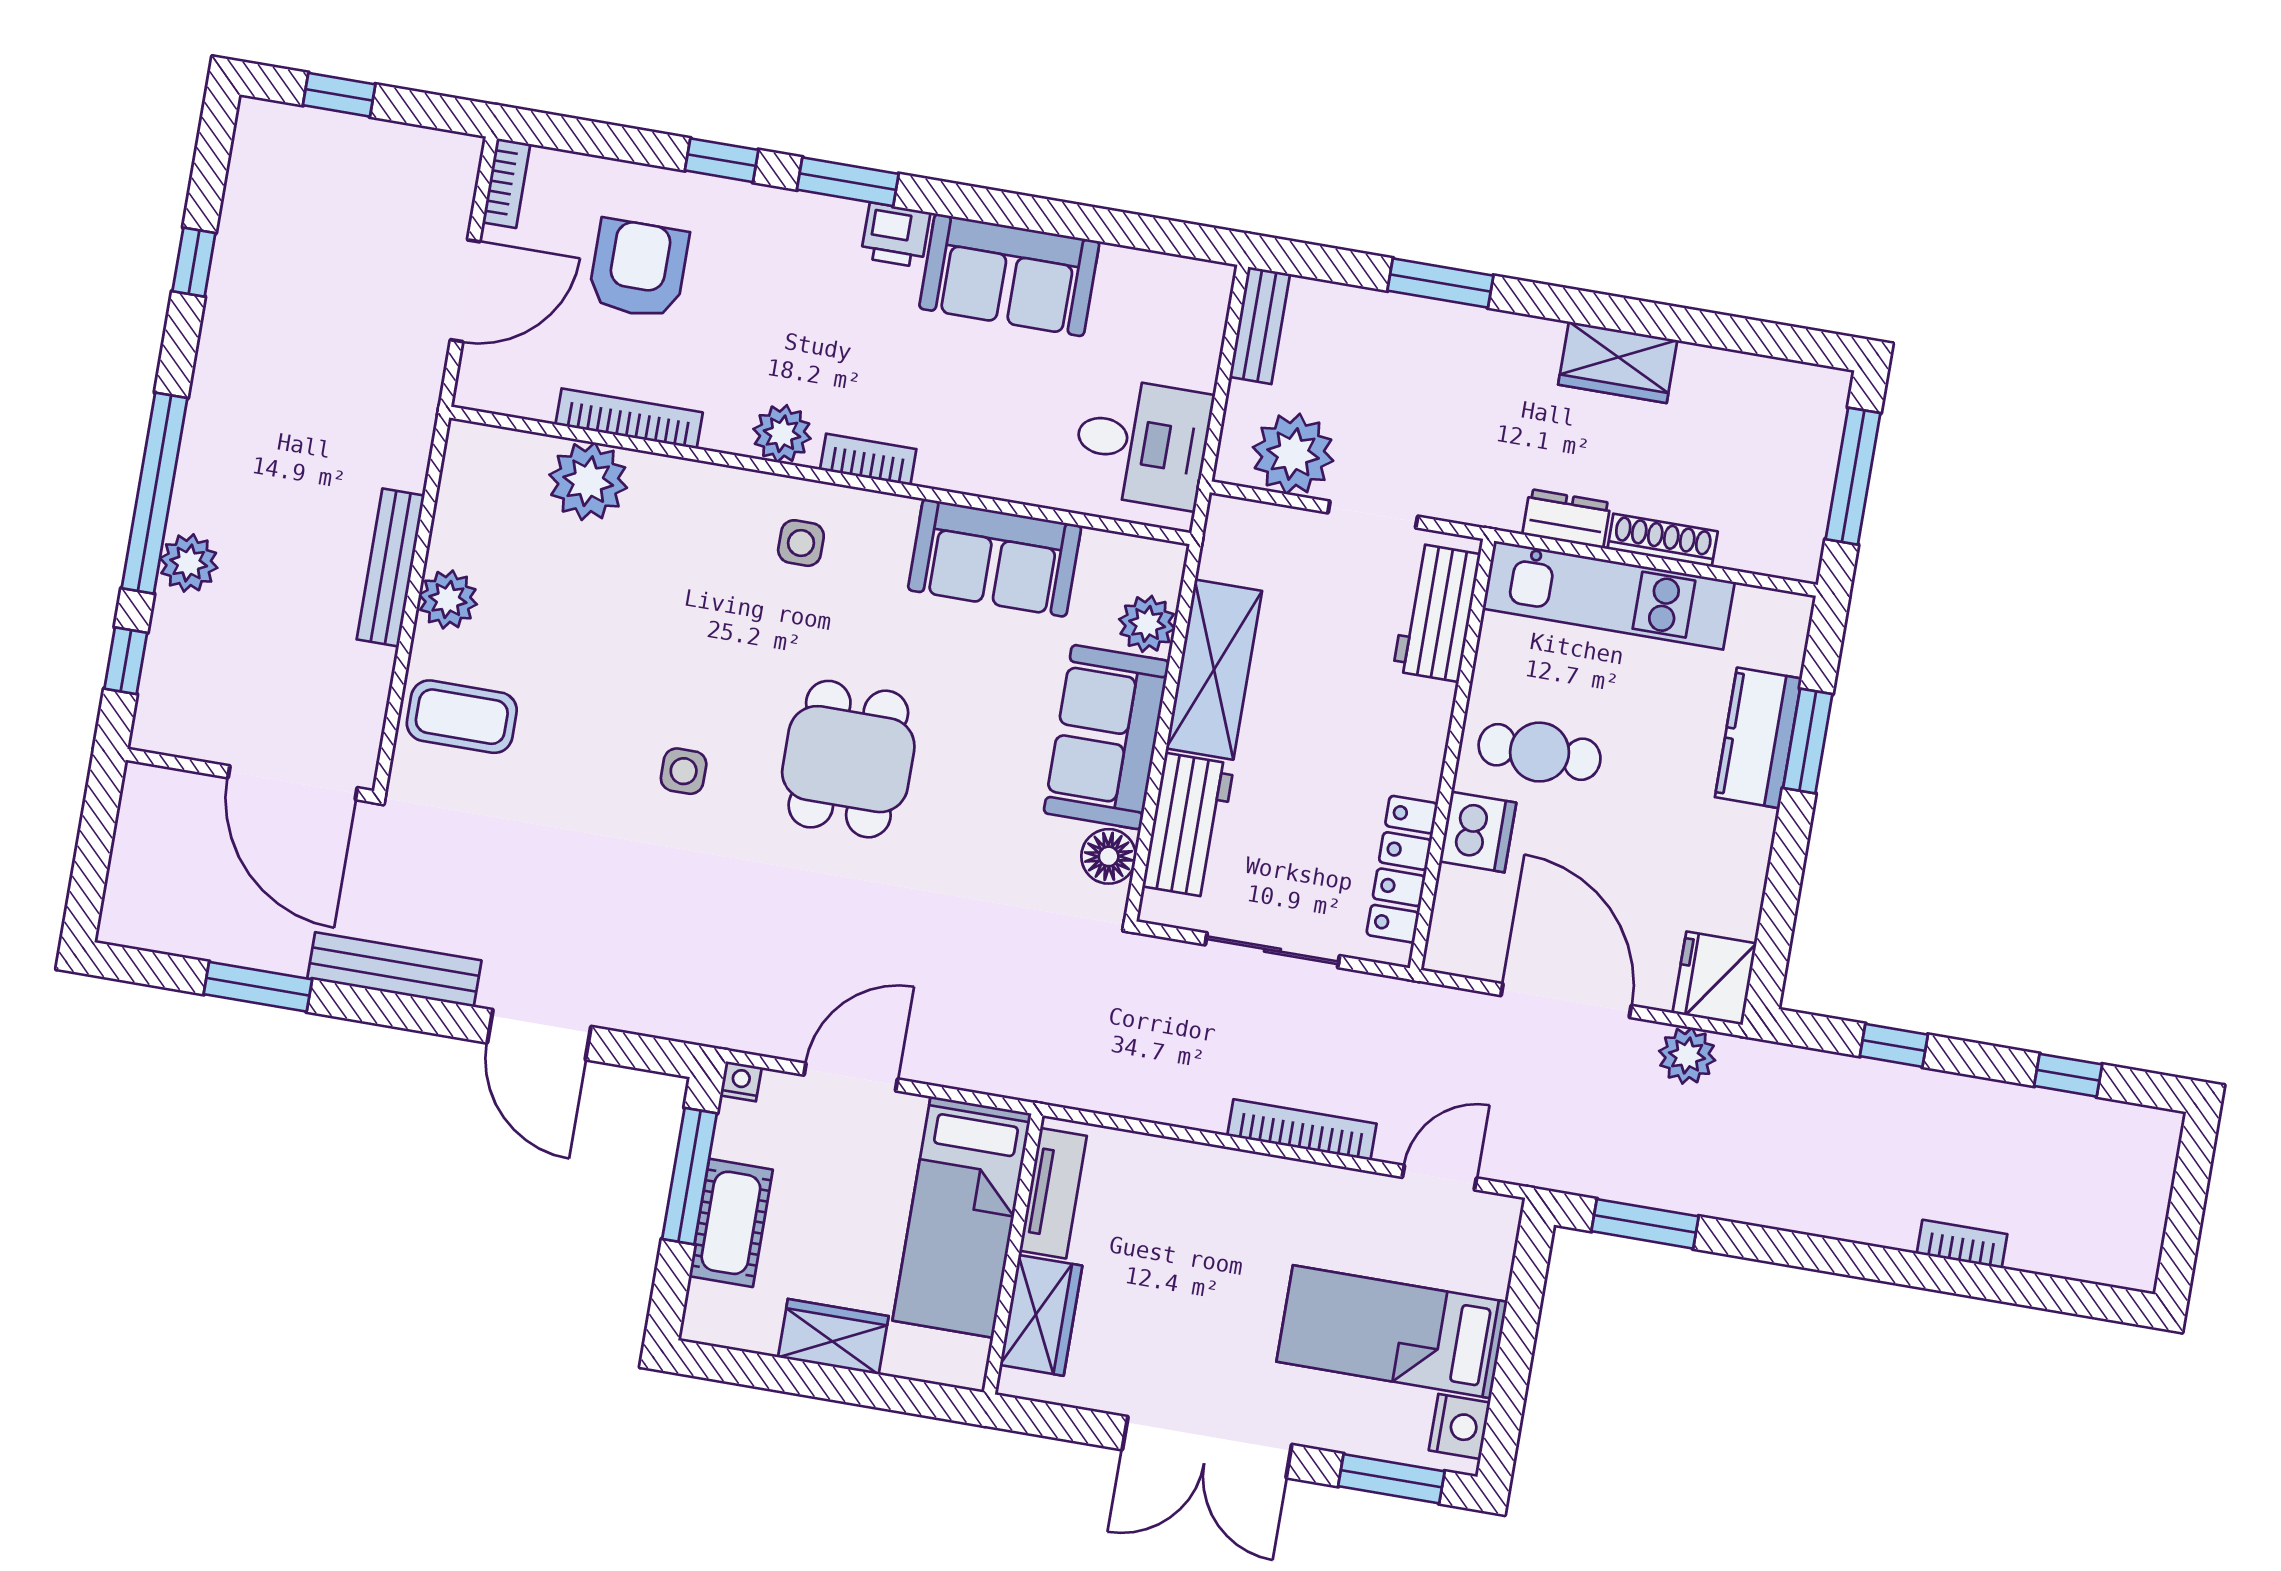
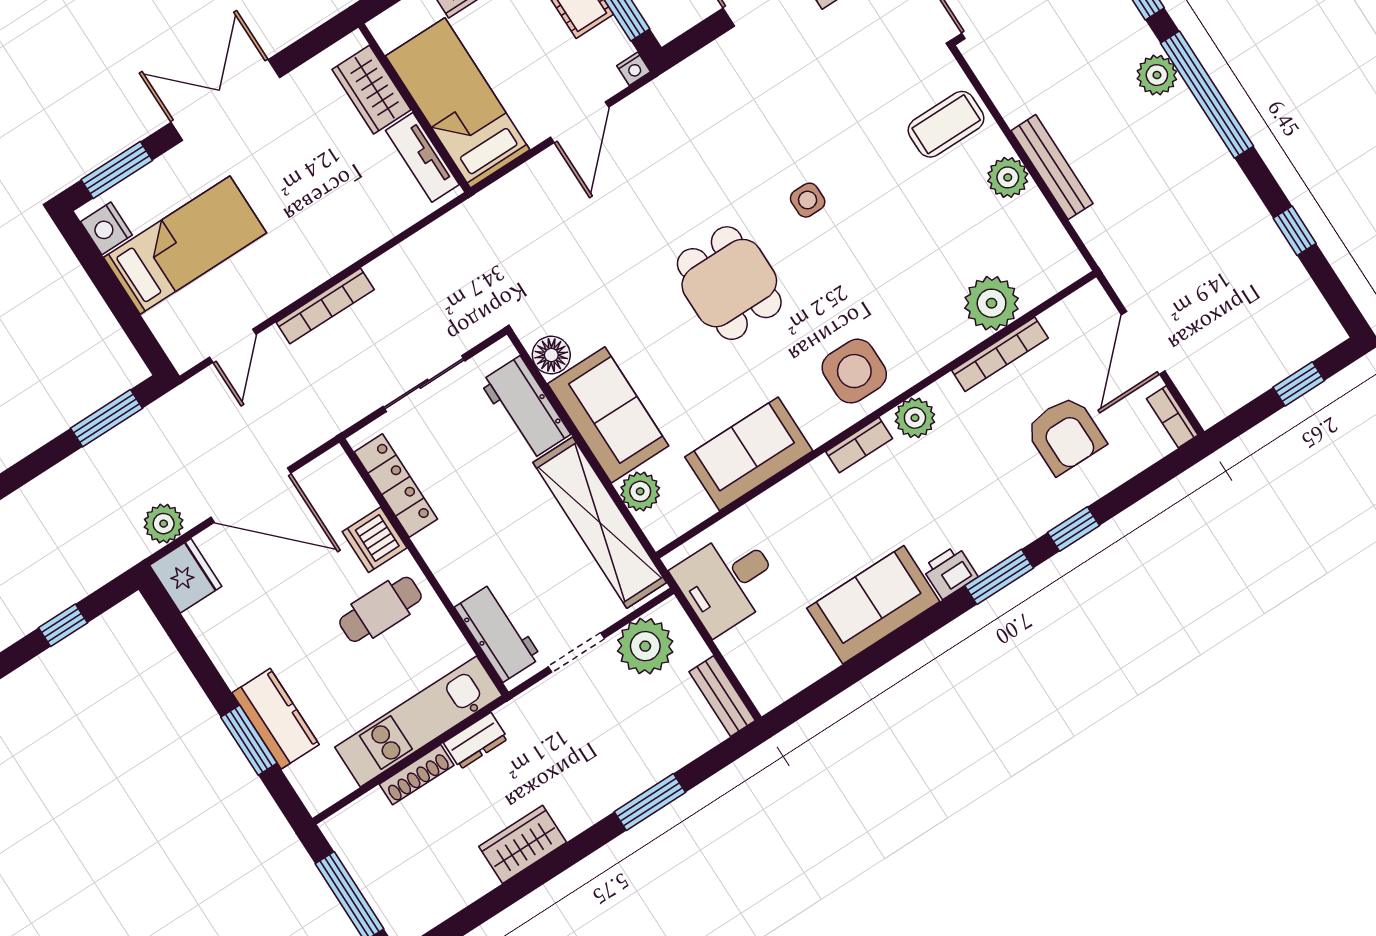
side table: (801, 543) -> (854, 371), width x1.87, depth x1.87
shelving: (1214, 670) -> (600, 523), width x1.47

